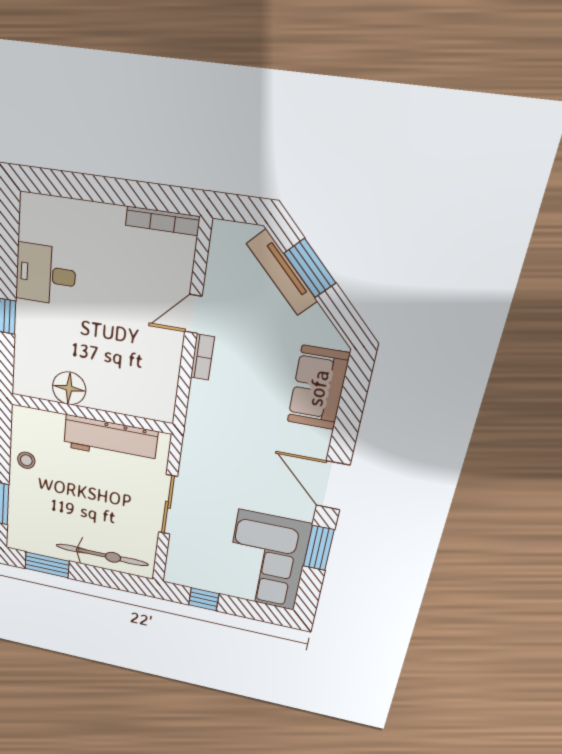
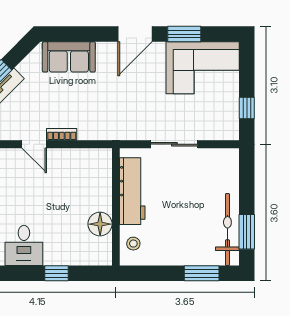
stool: (26, 460) -> (133, 244), moved
bicycle: (102, 555) -> (227, 230), moved

